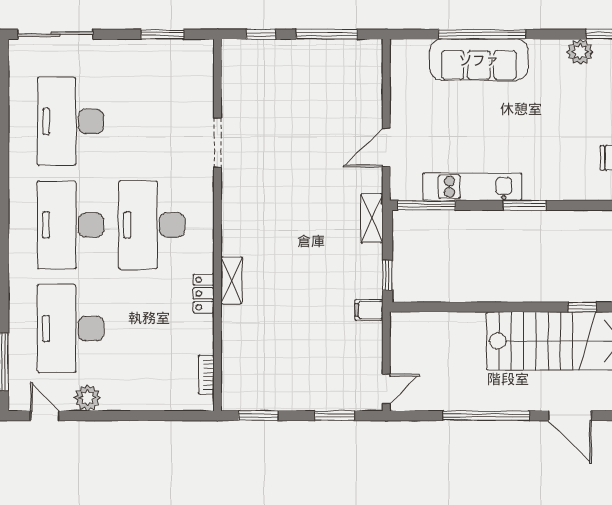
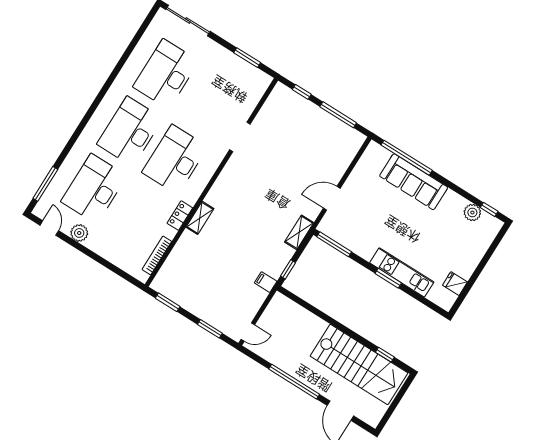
window: (482, 34) -> (407, 158), moved
kitchen unit: (472, 187) -> (402, 272), moved
bookcase: (206, 375) -> (157, 255), width x1.56

